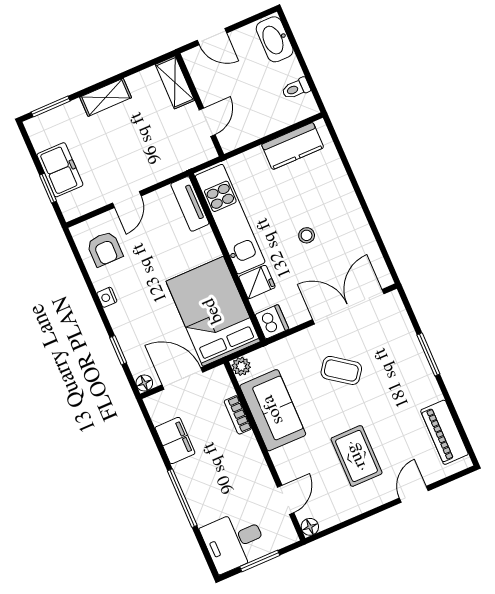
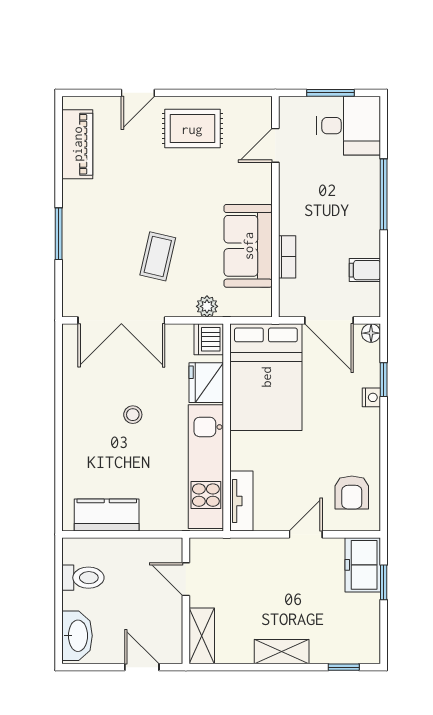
toilet: (296, 89) -> (83, 578), width x1.37, depth x1.39
window: (51, 106) -> (344, 667), width x0.67
door: (207, 122) -> (186, 579), hinge flipped
freezer: (60, 170) -> (363, 565), moved
armchair: (105, 249) -> (352, 492), turned 180
fridge: (257, 282) -> (206, 383), width x1.38
nightstand: (107, 297) -> (371, 397), moved
plant: (241, 366) -> (207, 306), moved
coffee table: (341, 370) -> (158, 256), turned 67
filing cabinet: (175, 440) -> (365, 270), width x0.50
rug: (356, 456) -> (192, 129), moved, turned 90
floor lamp: (310, 527) -> (262, 106), removed

